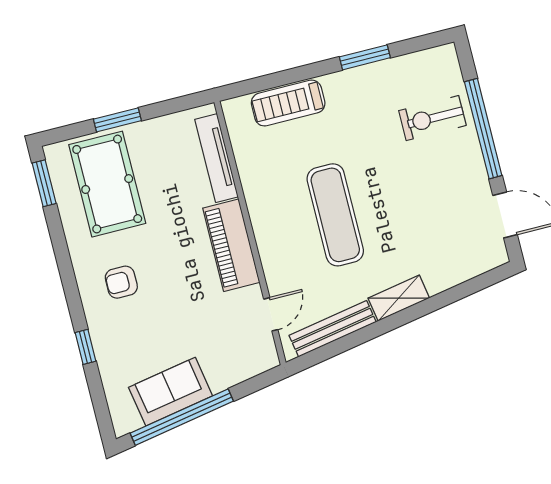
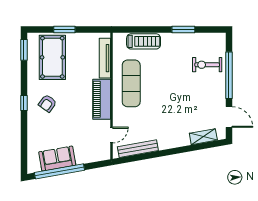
treadmill: (288, 103) -> (144, 41), turned 180
exercise mat: (335, 215) -> (131, 83), moved
armchair: (121, 282) -> (48, 103), turned -54
shelving: (399, 298) -> (203, 137), moved
window: (85, 347) -> (24, 103), moved

